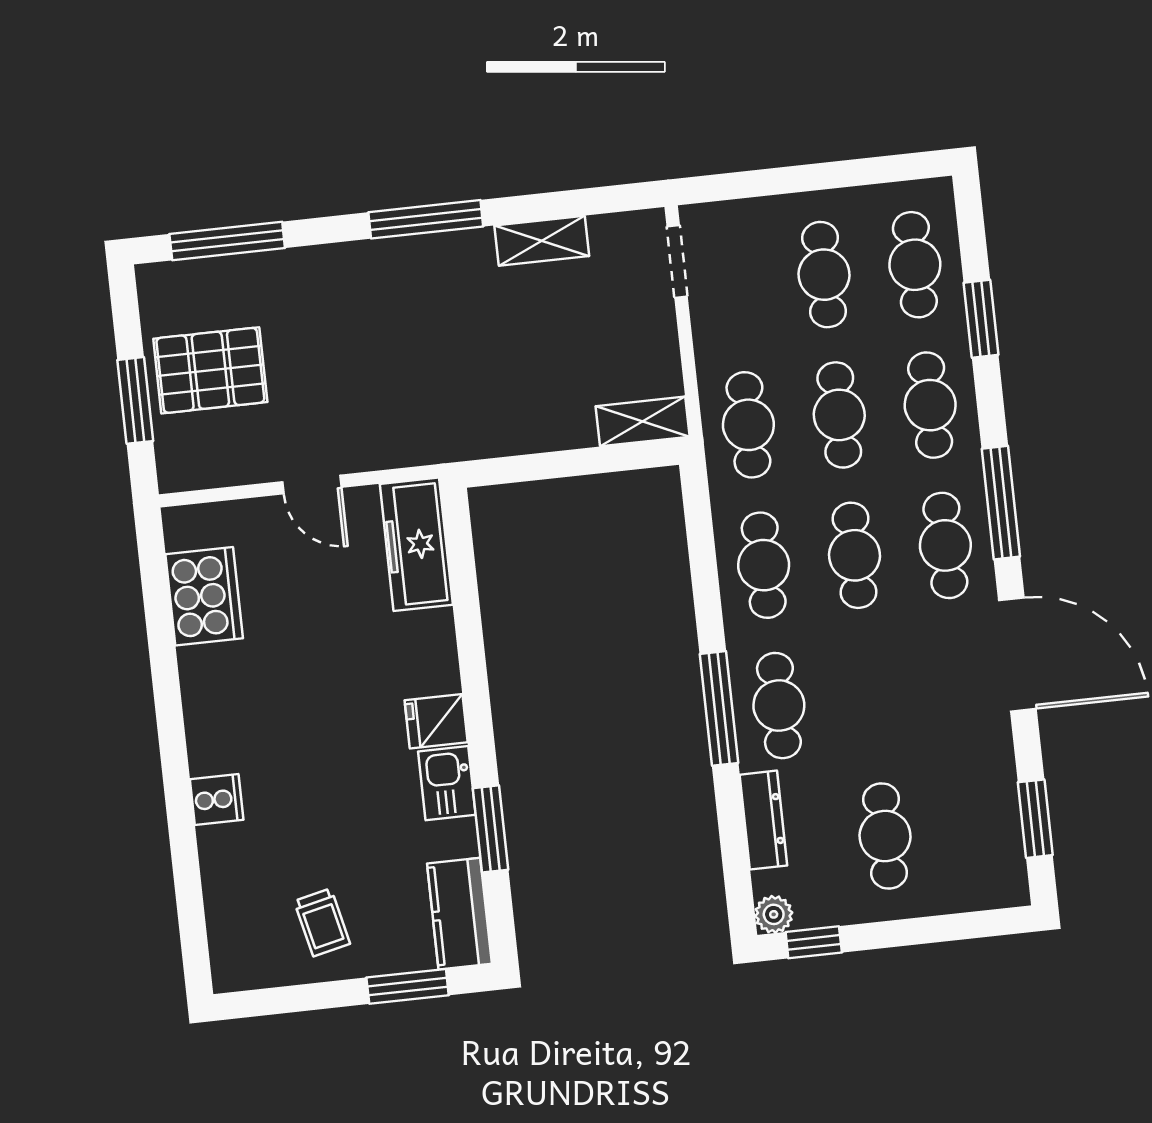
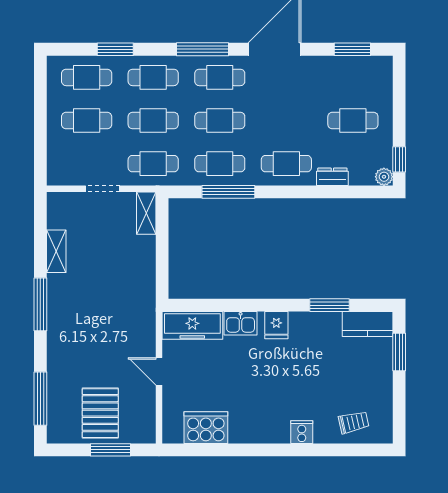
doorway: (677, 261) -> (103, 189), moved
door: (312, 485) -> (159, 371), swing flipped
window: (719, 708) -> (228, 192), moved
kitchen sink: (447, 783) -> (241, 323), moved
dresser: (763, 820) -> (332, 177), width x0.70
trolley: (322, 922) -> (354, 422), moved

